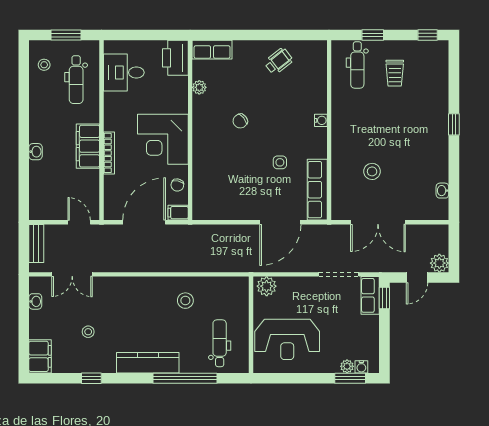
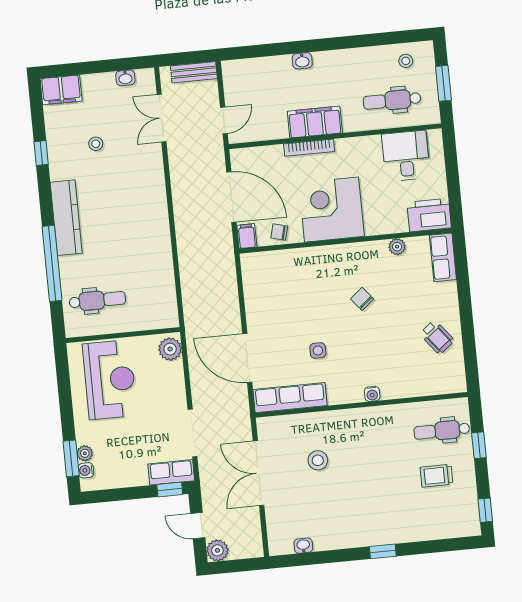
stool: (185, 301) -> (144, 255), removed
reception desk: (287, 339) -> (110, 380), turned 180

